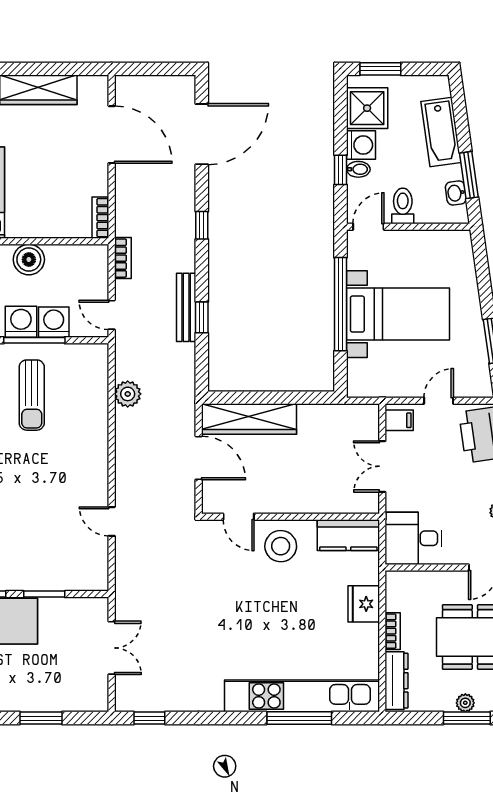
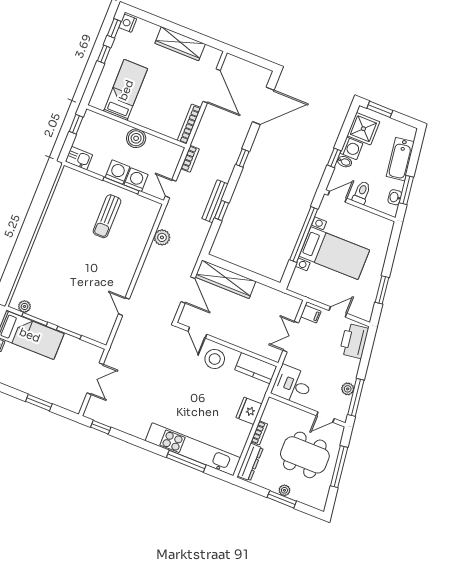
bookcase: (100, 218) -> (189, 124), width x1.56

